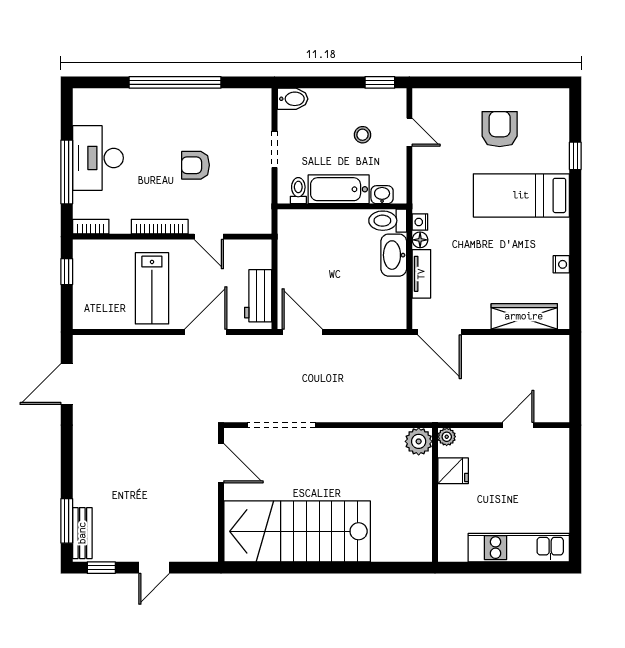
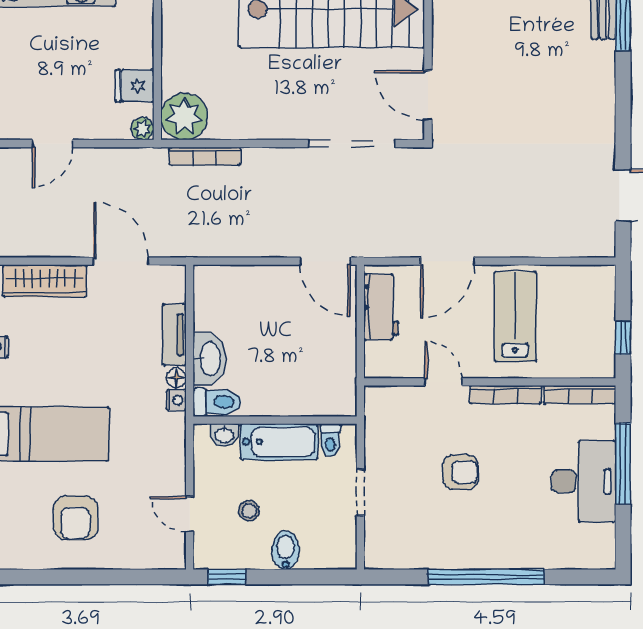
bidet: (293, 99) -> (286, 550), moved, turned 90
bookcase: (91, 227) -> (580, 395), width x1.56
door: (439, 332) -> (121, 261), moved
bookcase: (397, 415) -> (205, 156), added
plant: (419, 441) -> (184, 117), width x1.36, depth x1.36

